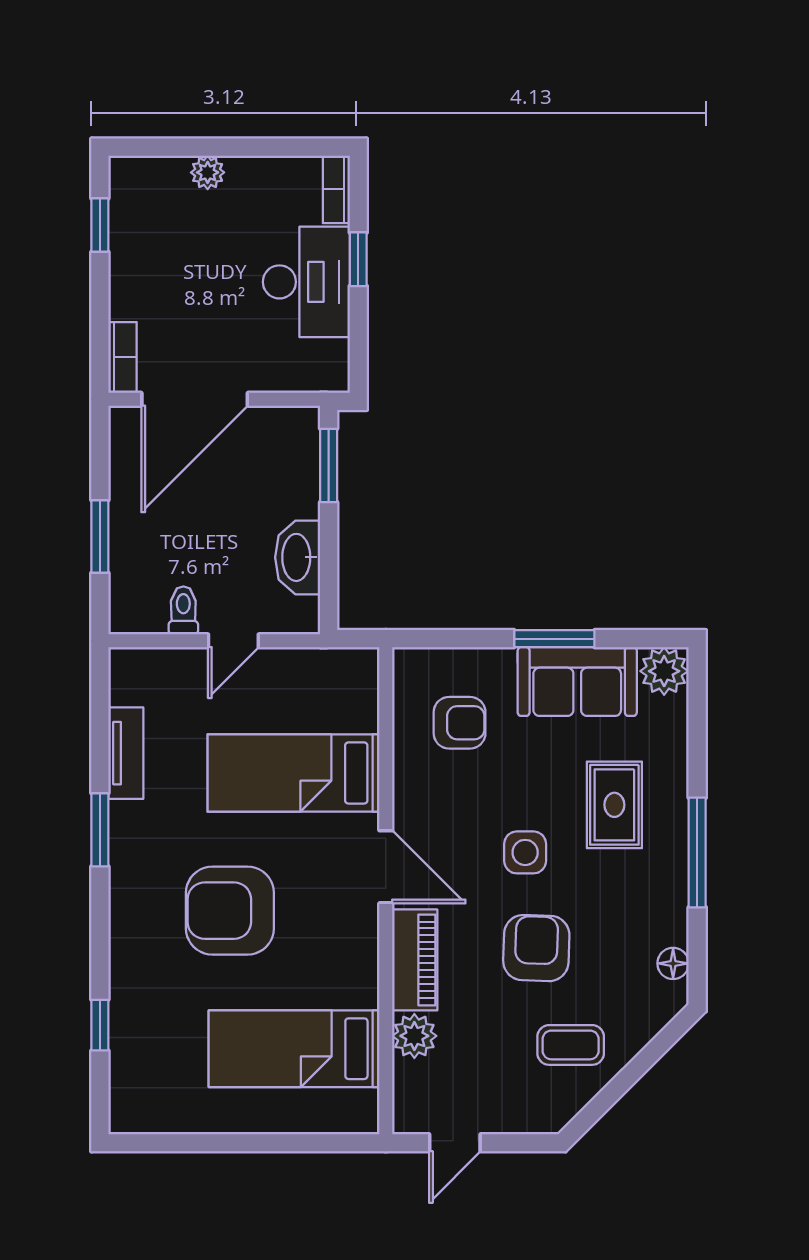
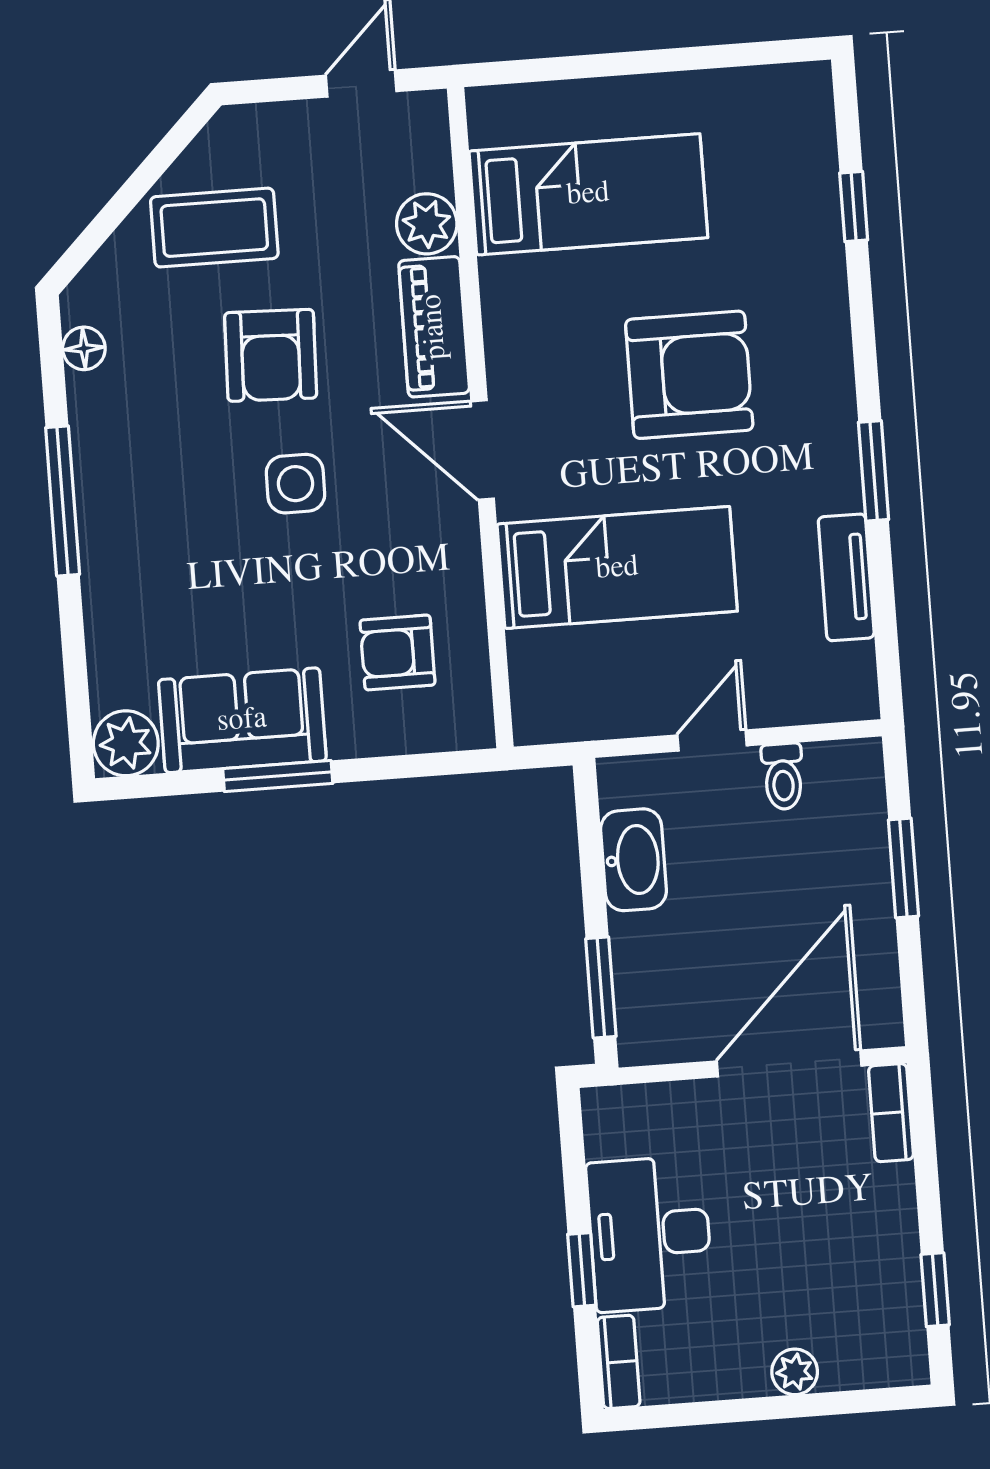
rug: (614, 805) -> (180, 557), removed
coffee table: (571, 1045) -> (214, 228), width x1.36, depth x1.30

